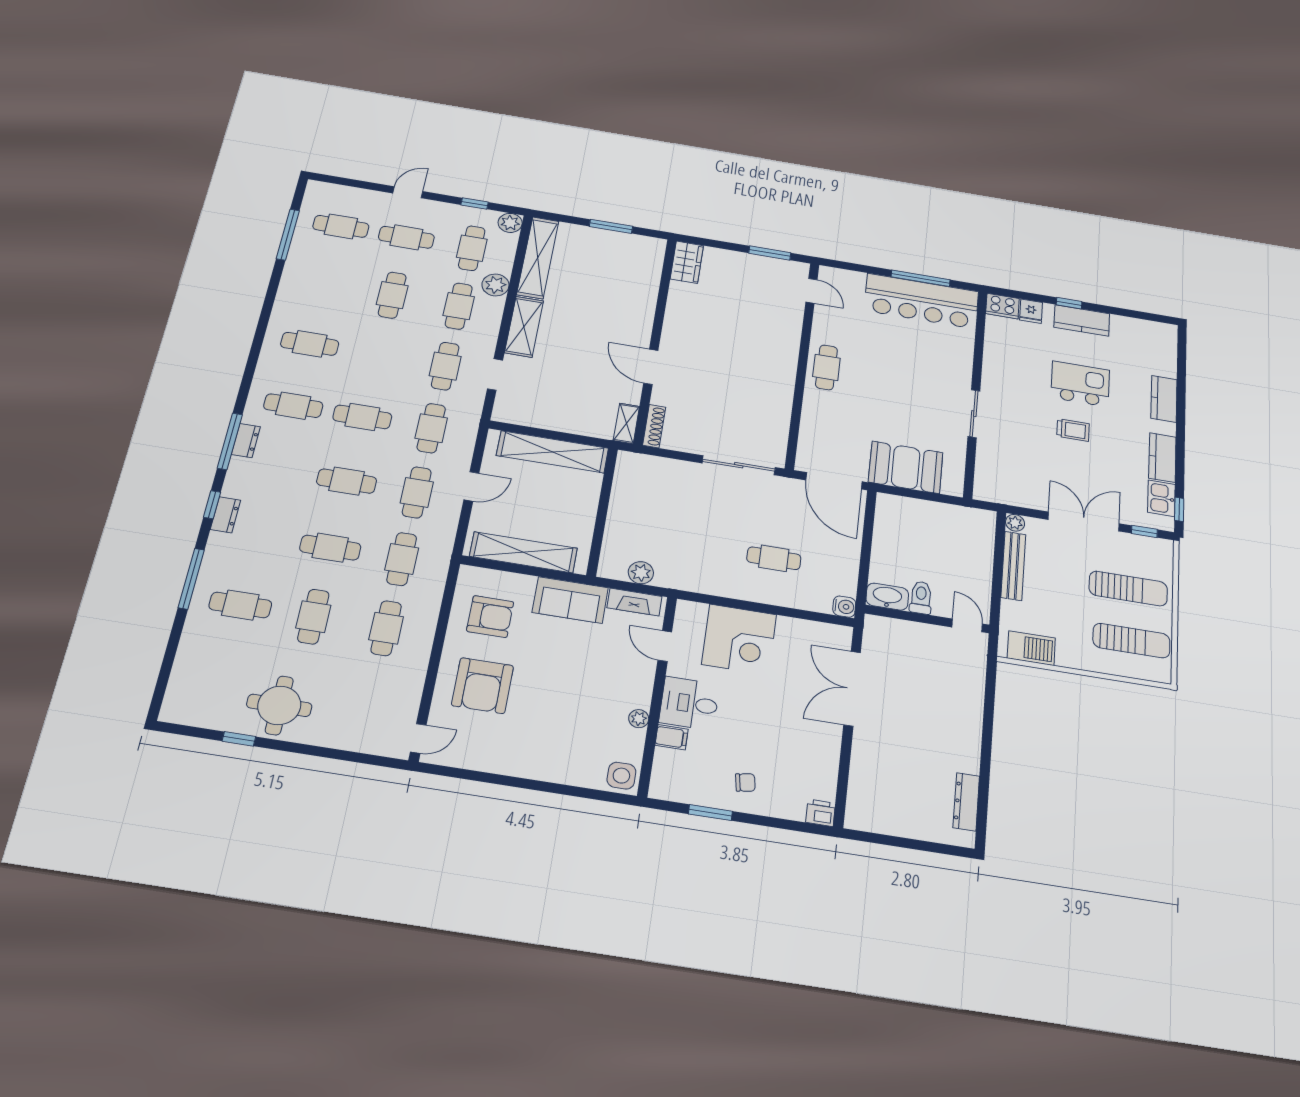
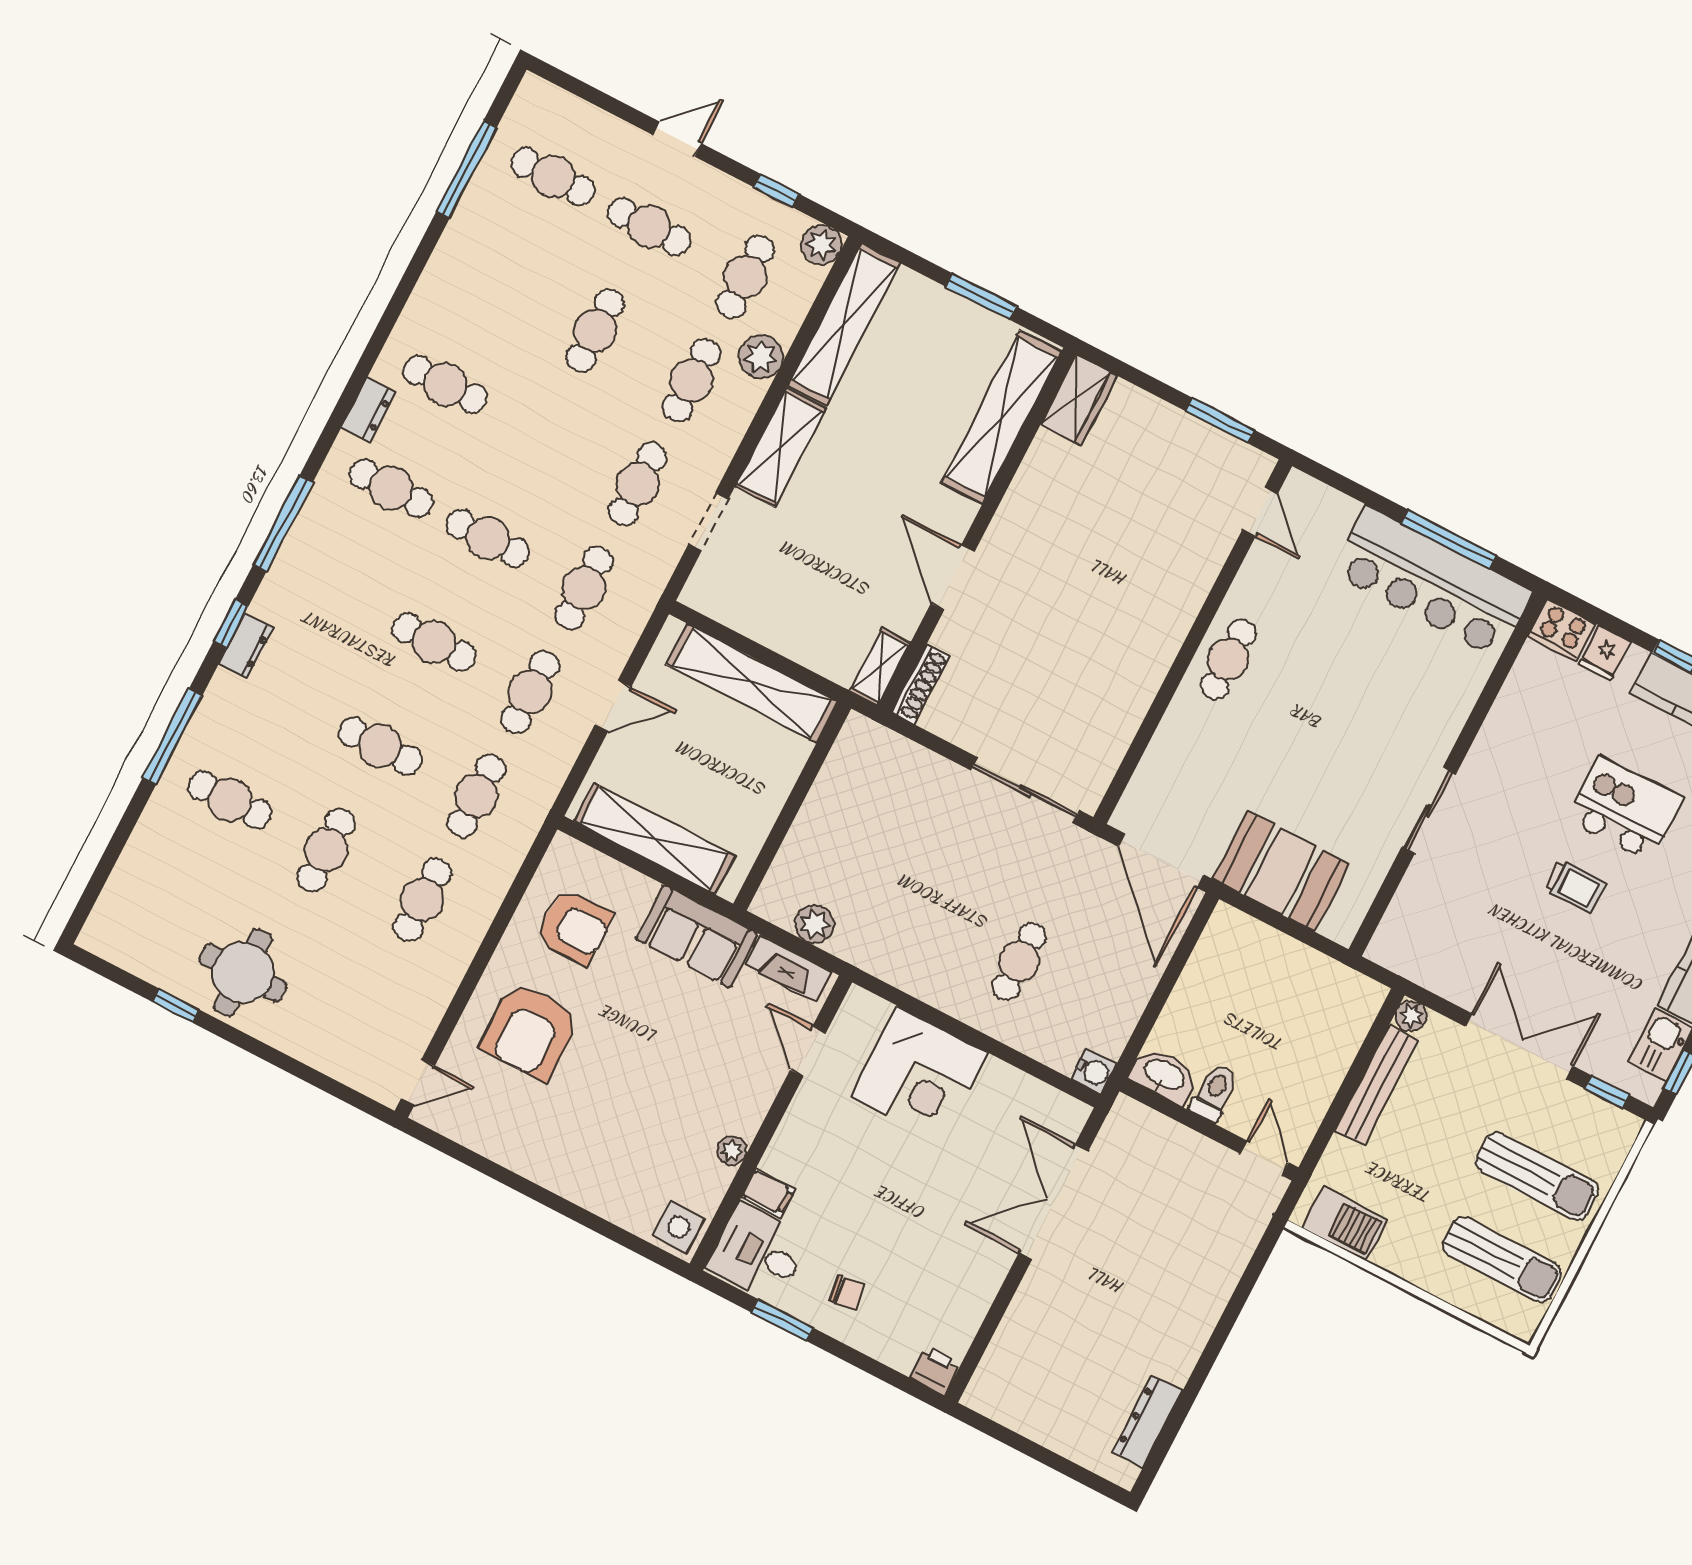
shelving: (646, 281) -> (1001, 417), added
dresser: (246, 441) -> (368, 410), moved
cafe table: (774, 558) -> (1019, 961), turned 90
desk: (689, 703) -> (758, 1253), moved

